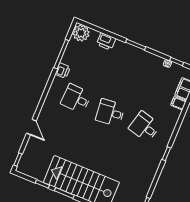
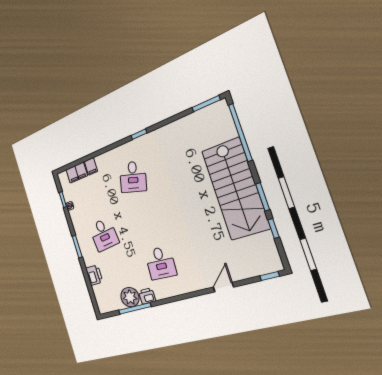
plant: (81, 33) -> (130, 297), moved
desk: (110, 113) -> (104, 234), moved

